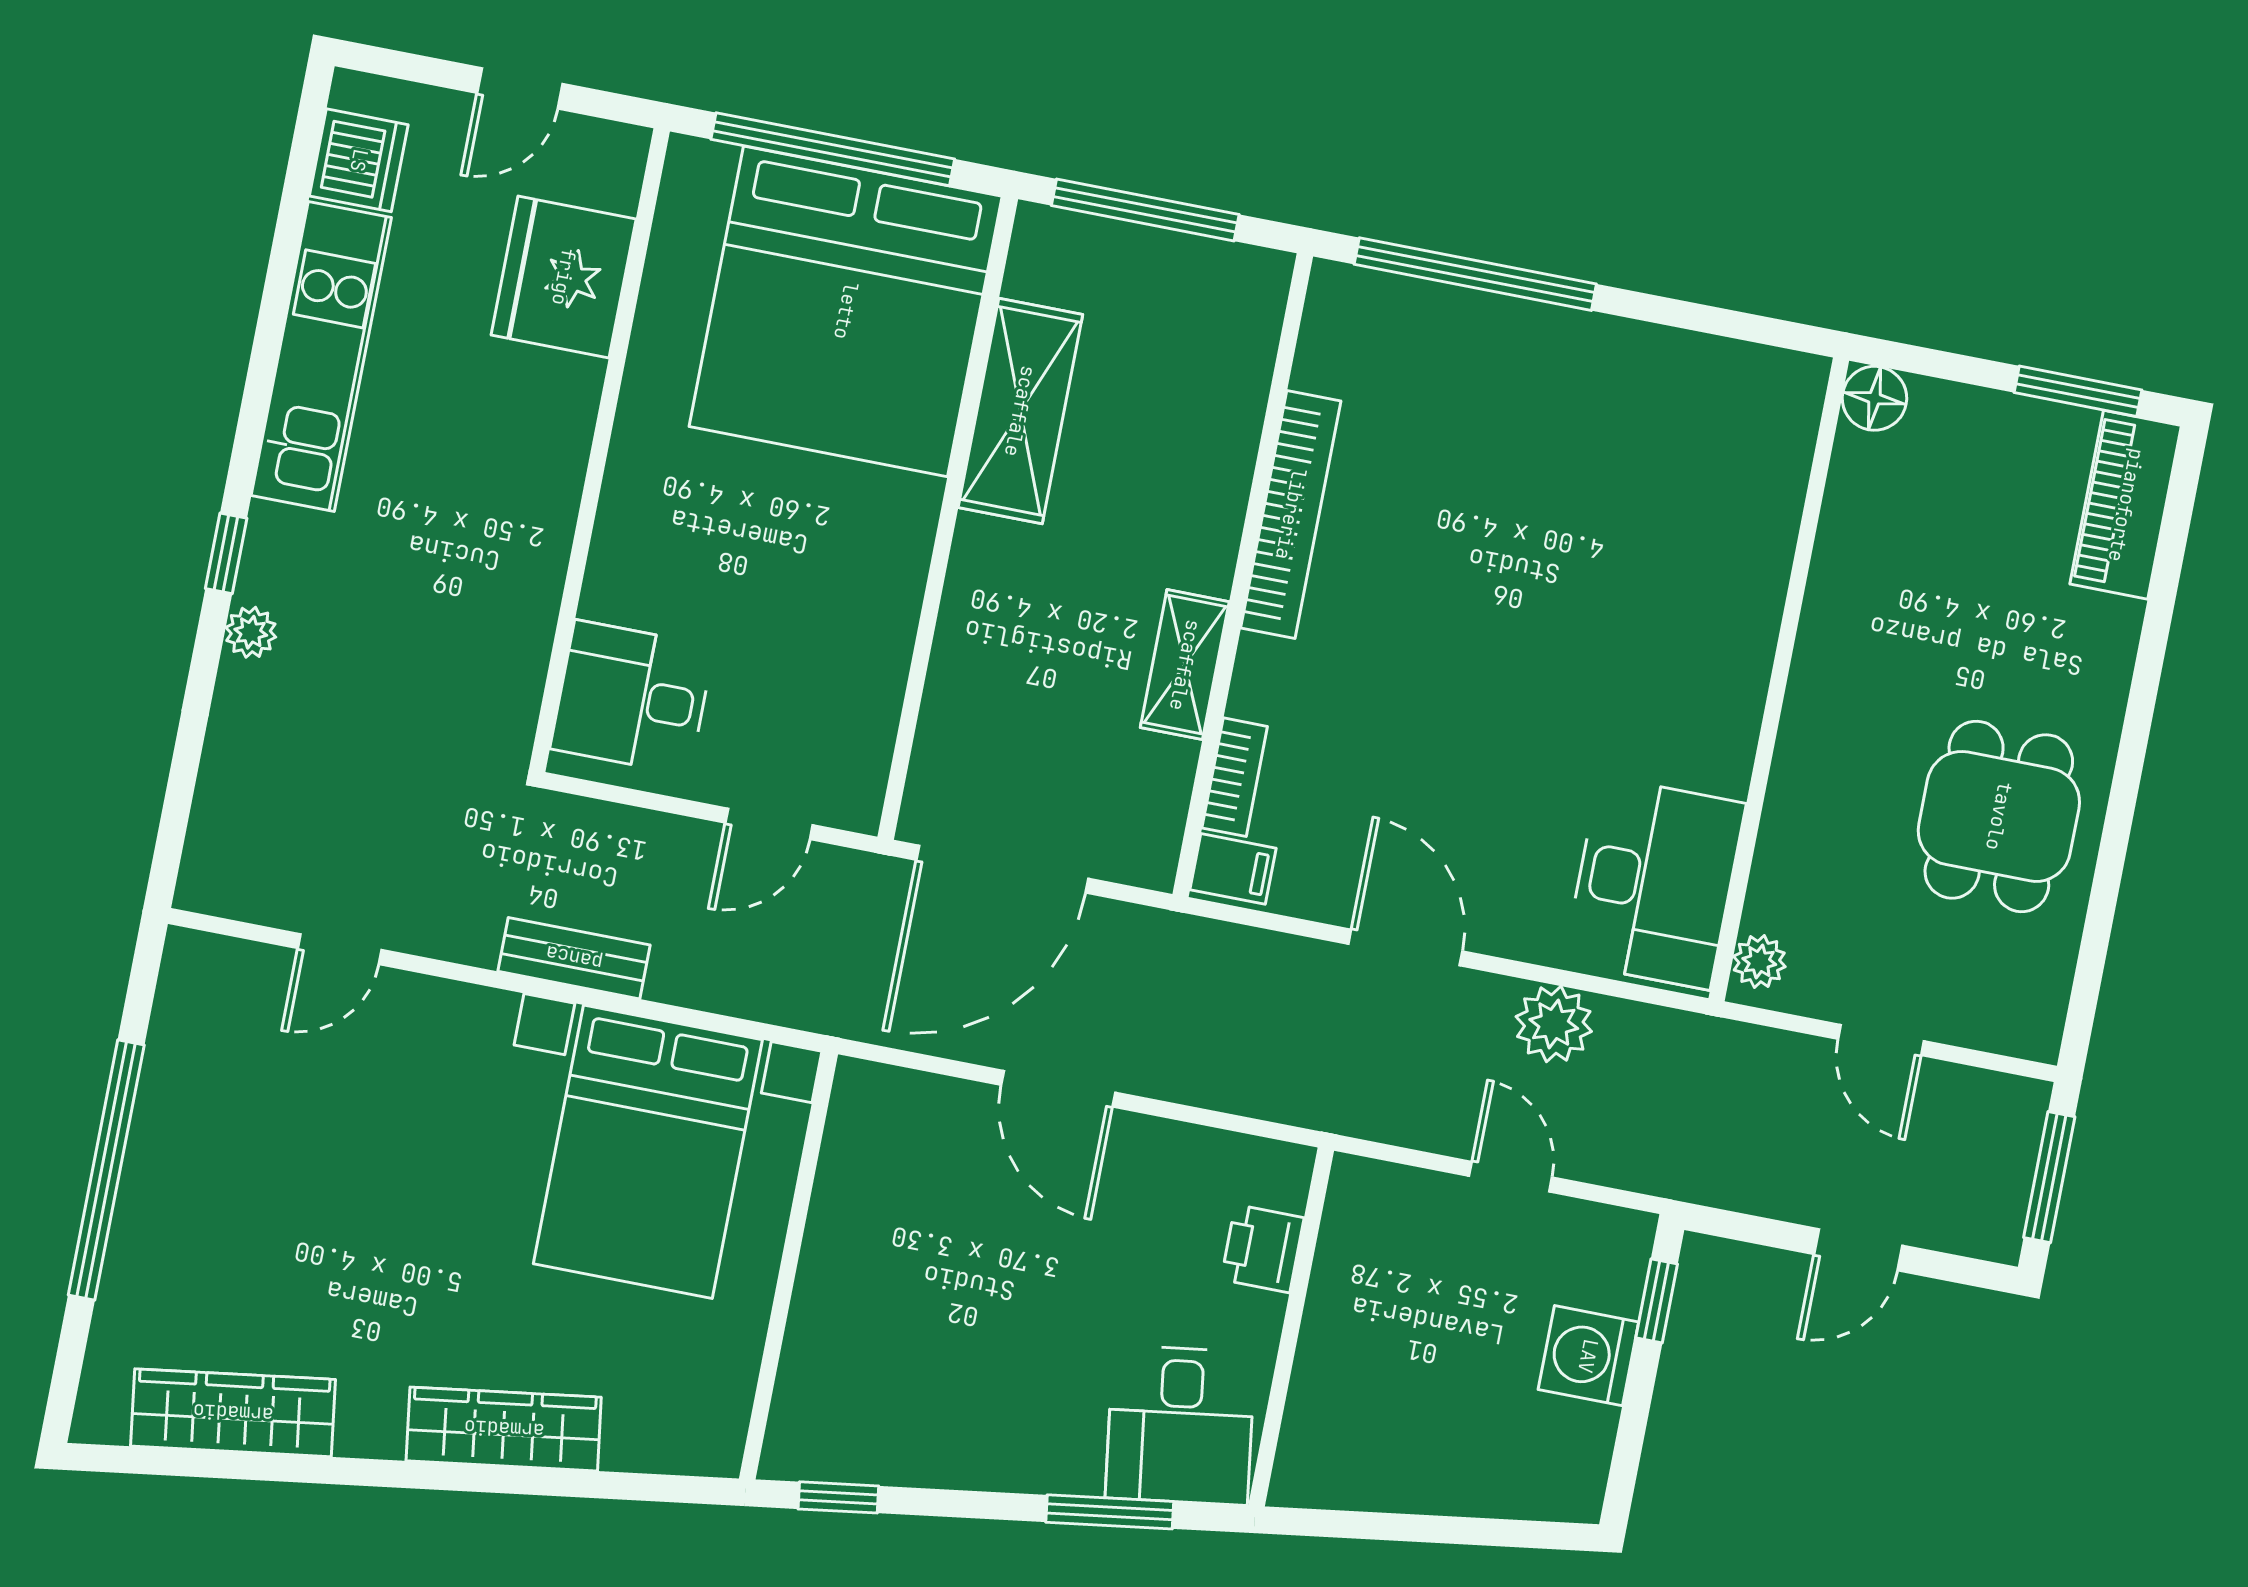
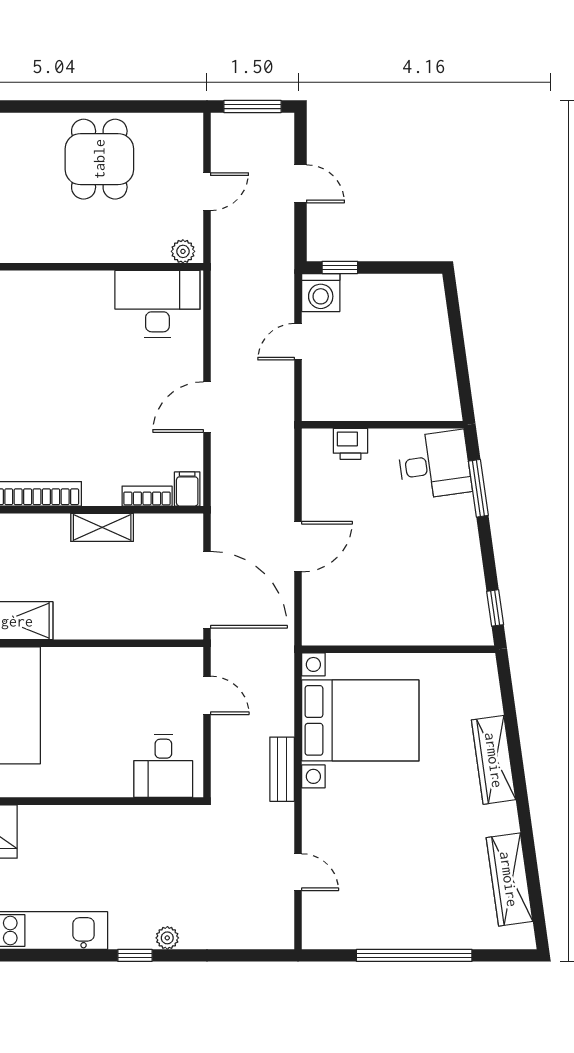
dining table: (1999, 816) -> (99, 159), turned 90
plant: (1554, 1024) -> (228, 336), removed
washing machine: (1588, 1356) -> (321, 293), moved

